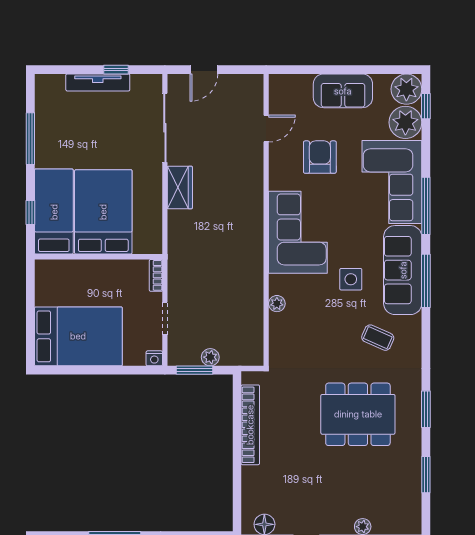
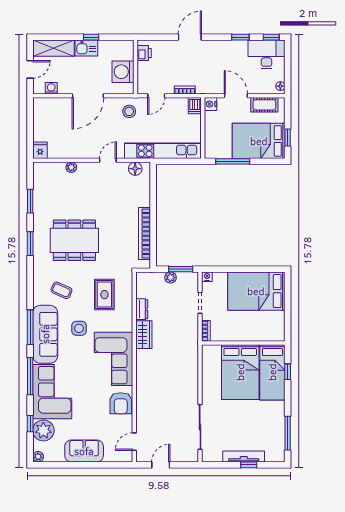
window: (116, 70) -> (249, 465), moved
door: (204, 70) -> (161, 465), moved
plant: (406, 89) -> (38, 457), width x0.53, depth x0.53
window: (426, 106) -> (30, 424), moved
door: (266, 129) -> (134, 442), moved
window: (30, 139) -> (288, 433), moved
armchair: (320, 157) -> (121, 403), moved
wardrobe: (180, 187) -> (144, 335), moved, turned 180
plant: (277, 304) -> (127, 312), removed
dresser: (255, 309) -> (142, 309), added
rug: (312, 331) -> (104, 295), added

